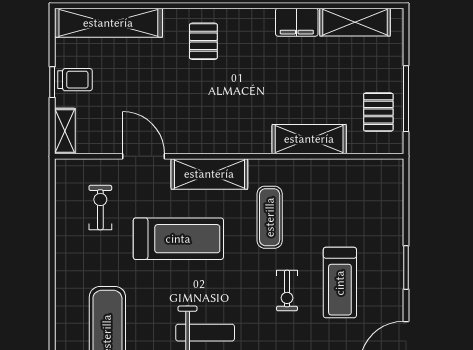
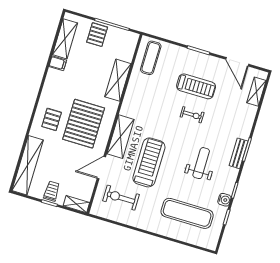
filing cabinet: (297, 22) -> (58, 63), width x0.50
pallet: (203, 41) -> (52, 119), turned 90
pallet: (213, 101) -> (84, 124), added
pallet: (378, 112) -> (97, 35), moved, turned 90
exercise bike: (100, 207) -> (121, 198), width x1.38, depth x1.39
exercise mat: (270, 217) -> (151, 58), moved, turned 90

